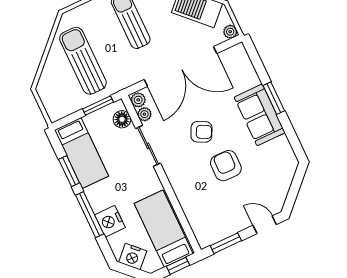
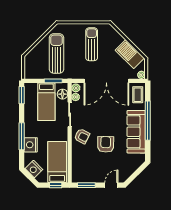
coffee table: (239, 65) -> (138, 95), added
window: (274, 98) -> (148, 121), width x2.11
sofa: (260, 115) -> (136, 132), width x1.36
armchair: (201, 132) -> (82, 136), moved
bed: (81, 153) -> (46, 102), moved
window: (69, 171) -> (22, 95), moved
door: (265, 225) -> (111, 185), hinge flipped

